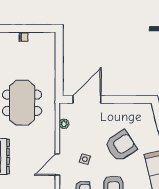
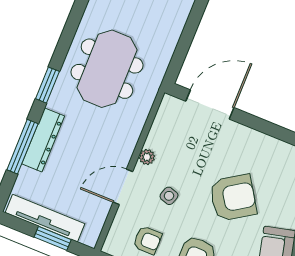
plant: (64, 124) -> (147, 157), moved

